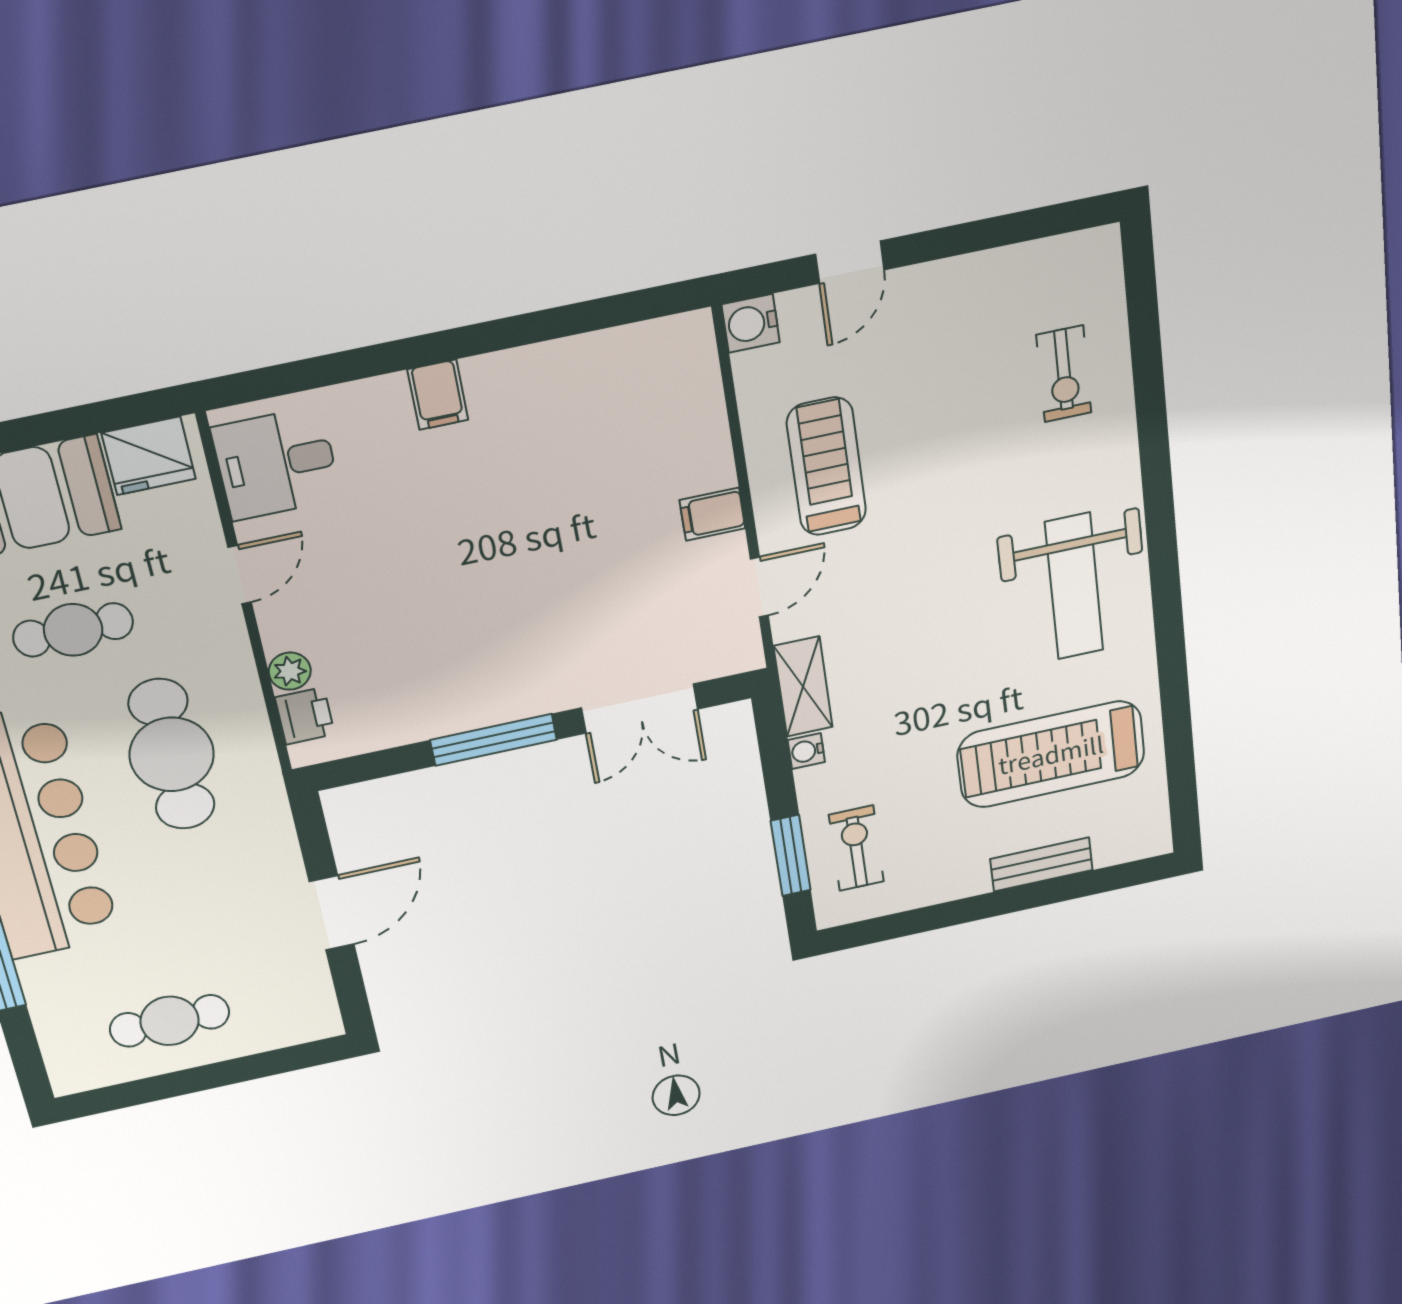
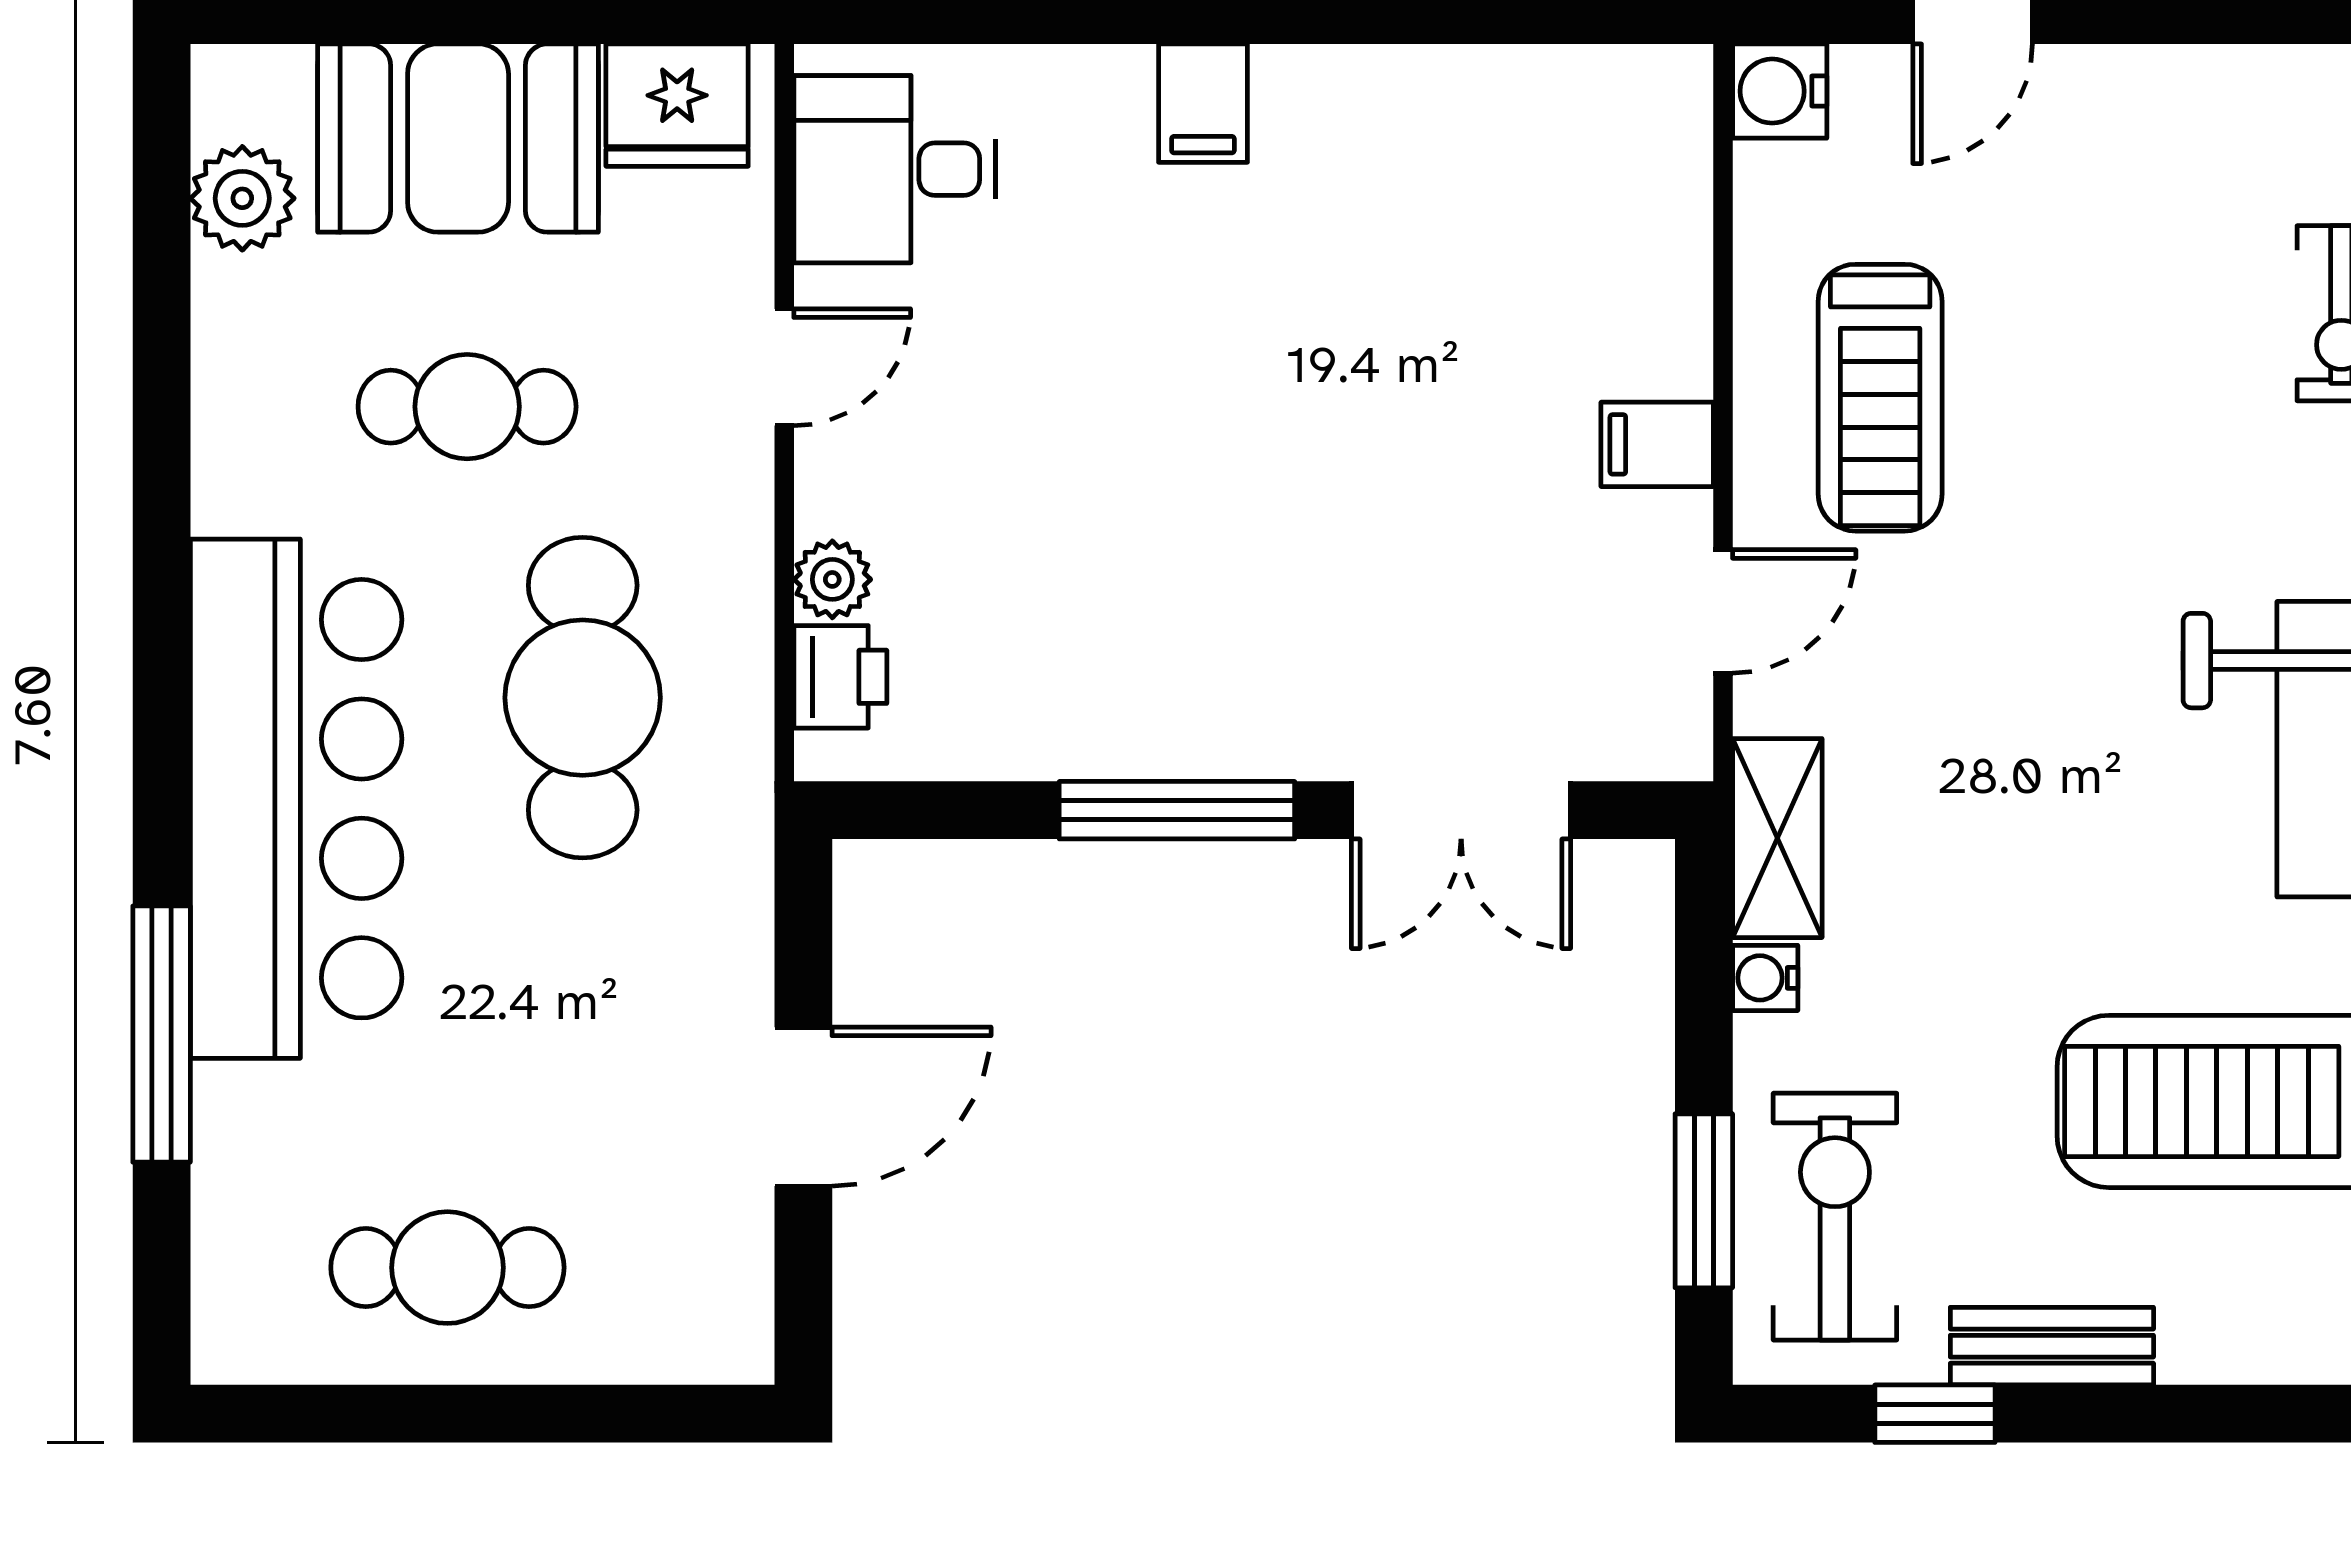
treadmill: (826, 467) -> (1880, 398), turned 180
exercise bike: (856, 848) -> (1835, 1217), width x1.38, depth x1.39
bench: (1041, 865) -> (2052, 1346), moved
window: (917, 921) -> (1935, 1414), added

